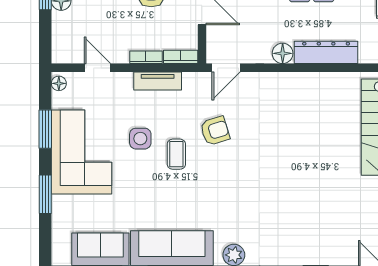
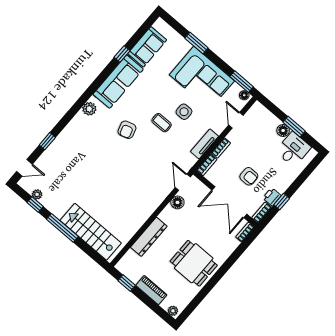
floor lamp: (283, 53) -> (177, 202), moved
door: (97, 68) -> (236, 120), swing flipped
window: (45, 129) -> (242, 82), moved
armchair: (215, 131) -> (127, 130), moved

